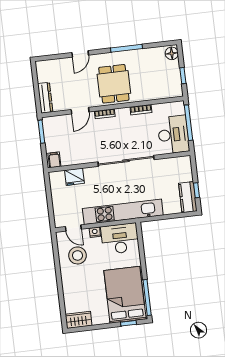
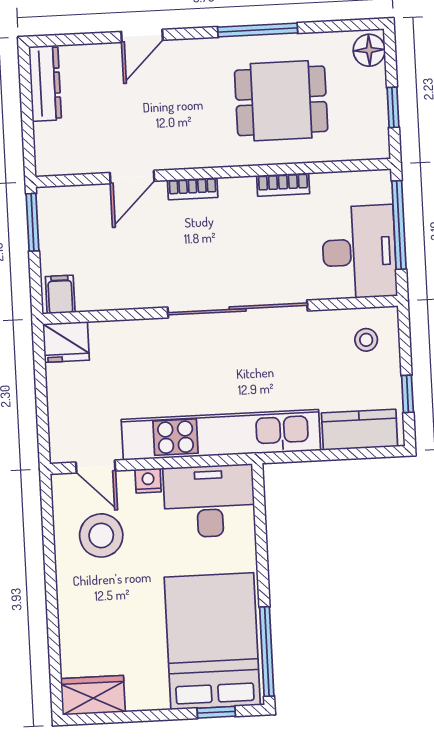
dining table: (114, 84) -> (281, 101), moved, turned 90
dresser: (45, 98) -> (45, 83), moved
stool: (178, 170) -> (366, 340), added
fridge: (74, 177) -> (66, 342), moved
kitchen counter: (188, 197) -> (360, 430), moved, turned 90

